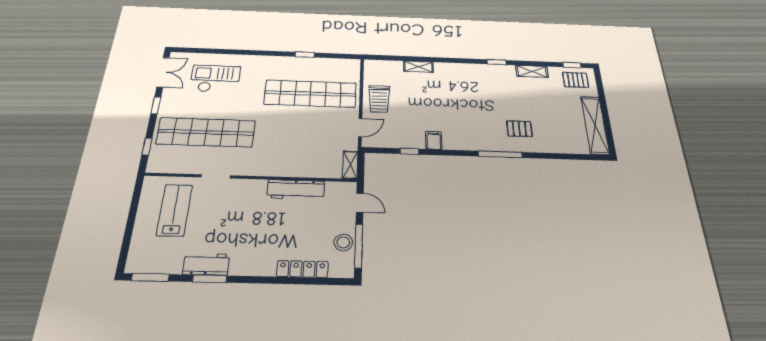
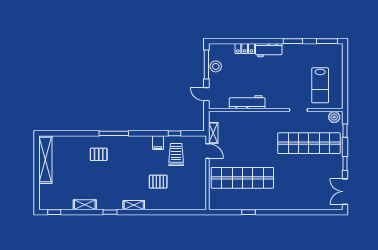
shelving: (418, 67) -> (134, 205), moved
checkout: (215, 79) -> (309, 188), removed
pallet: (575, 80) -> (158, 182), moved
trolley: (379, 99) -> (176, 154), moved
door: (360, 128) -> (207, 151), swing flipped
plant: (160, 165) -> (334, 117), added
shelving: (350, 165) -> (213, 133), moved
workbench: (206, 264) -> (269, 50), moved
locker: (302, 269) -> (245, 49), width x0.66

